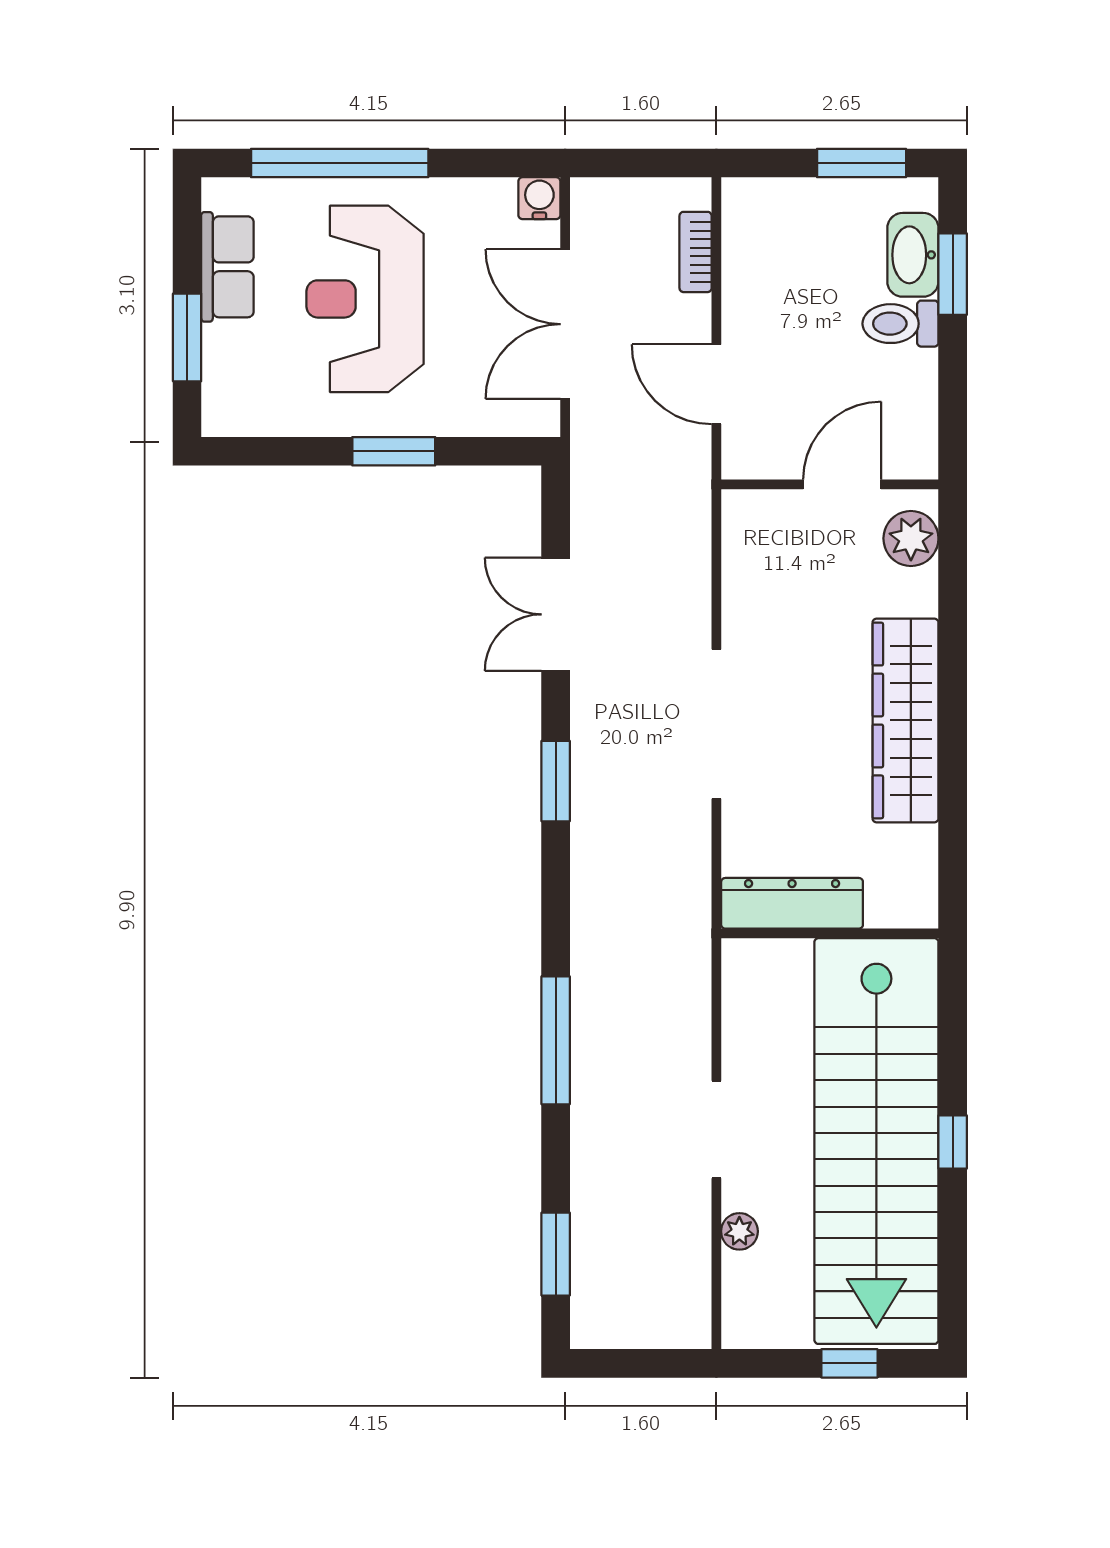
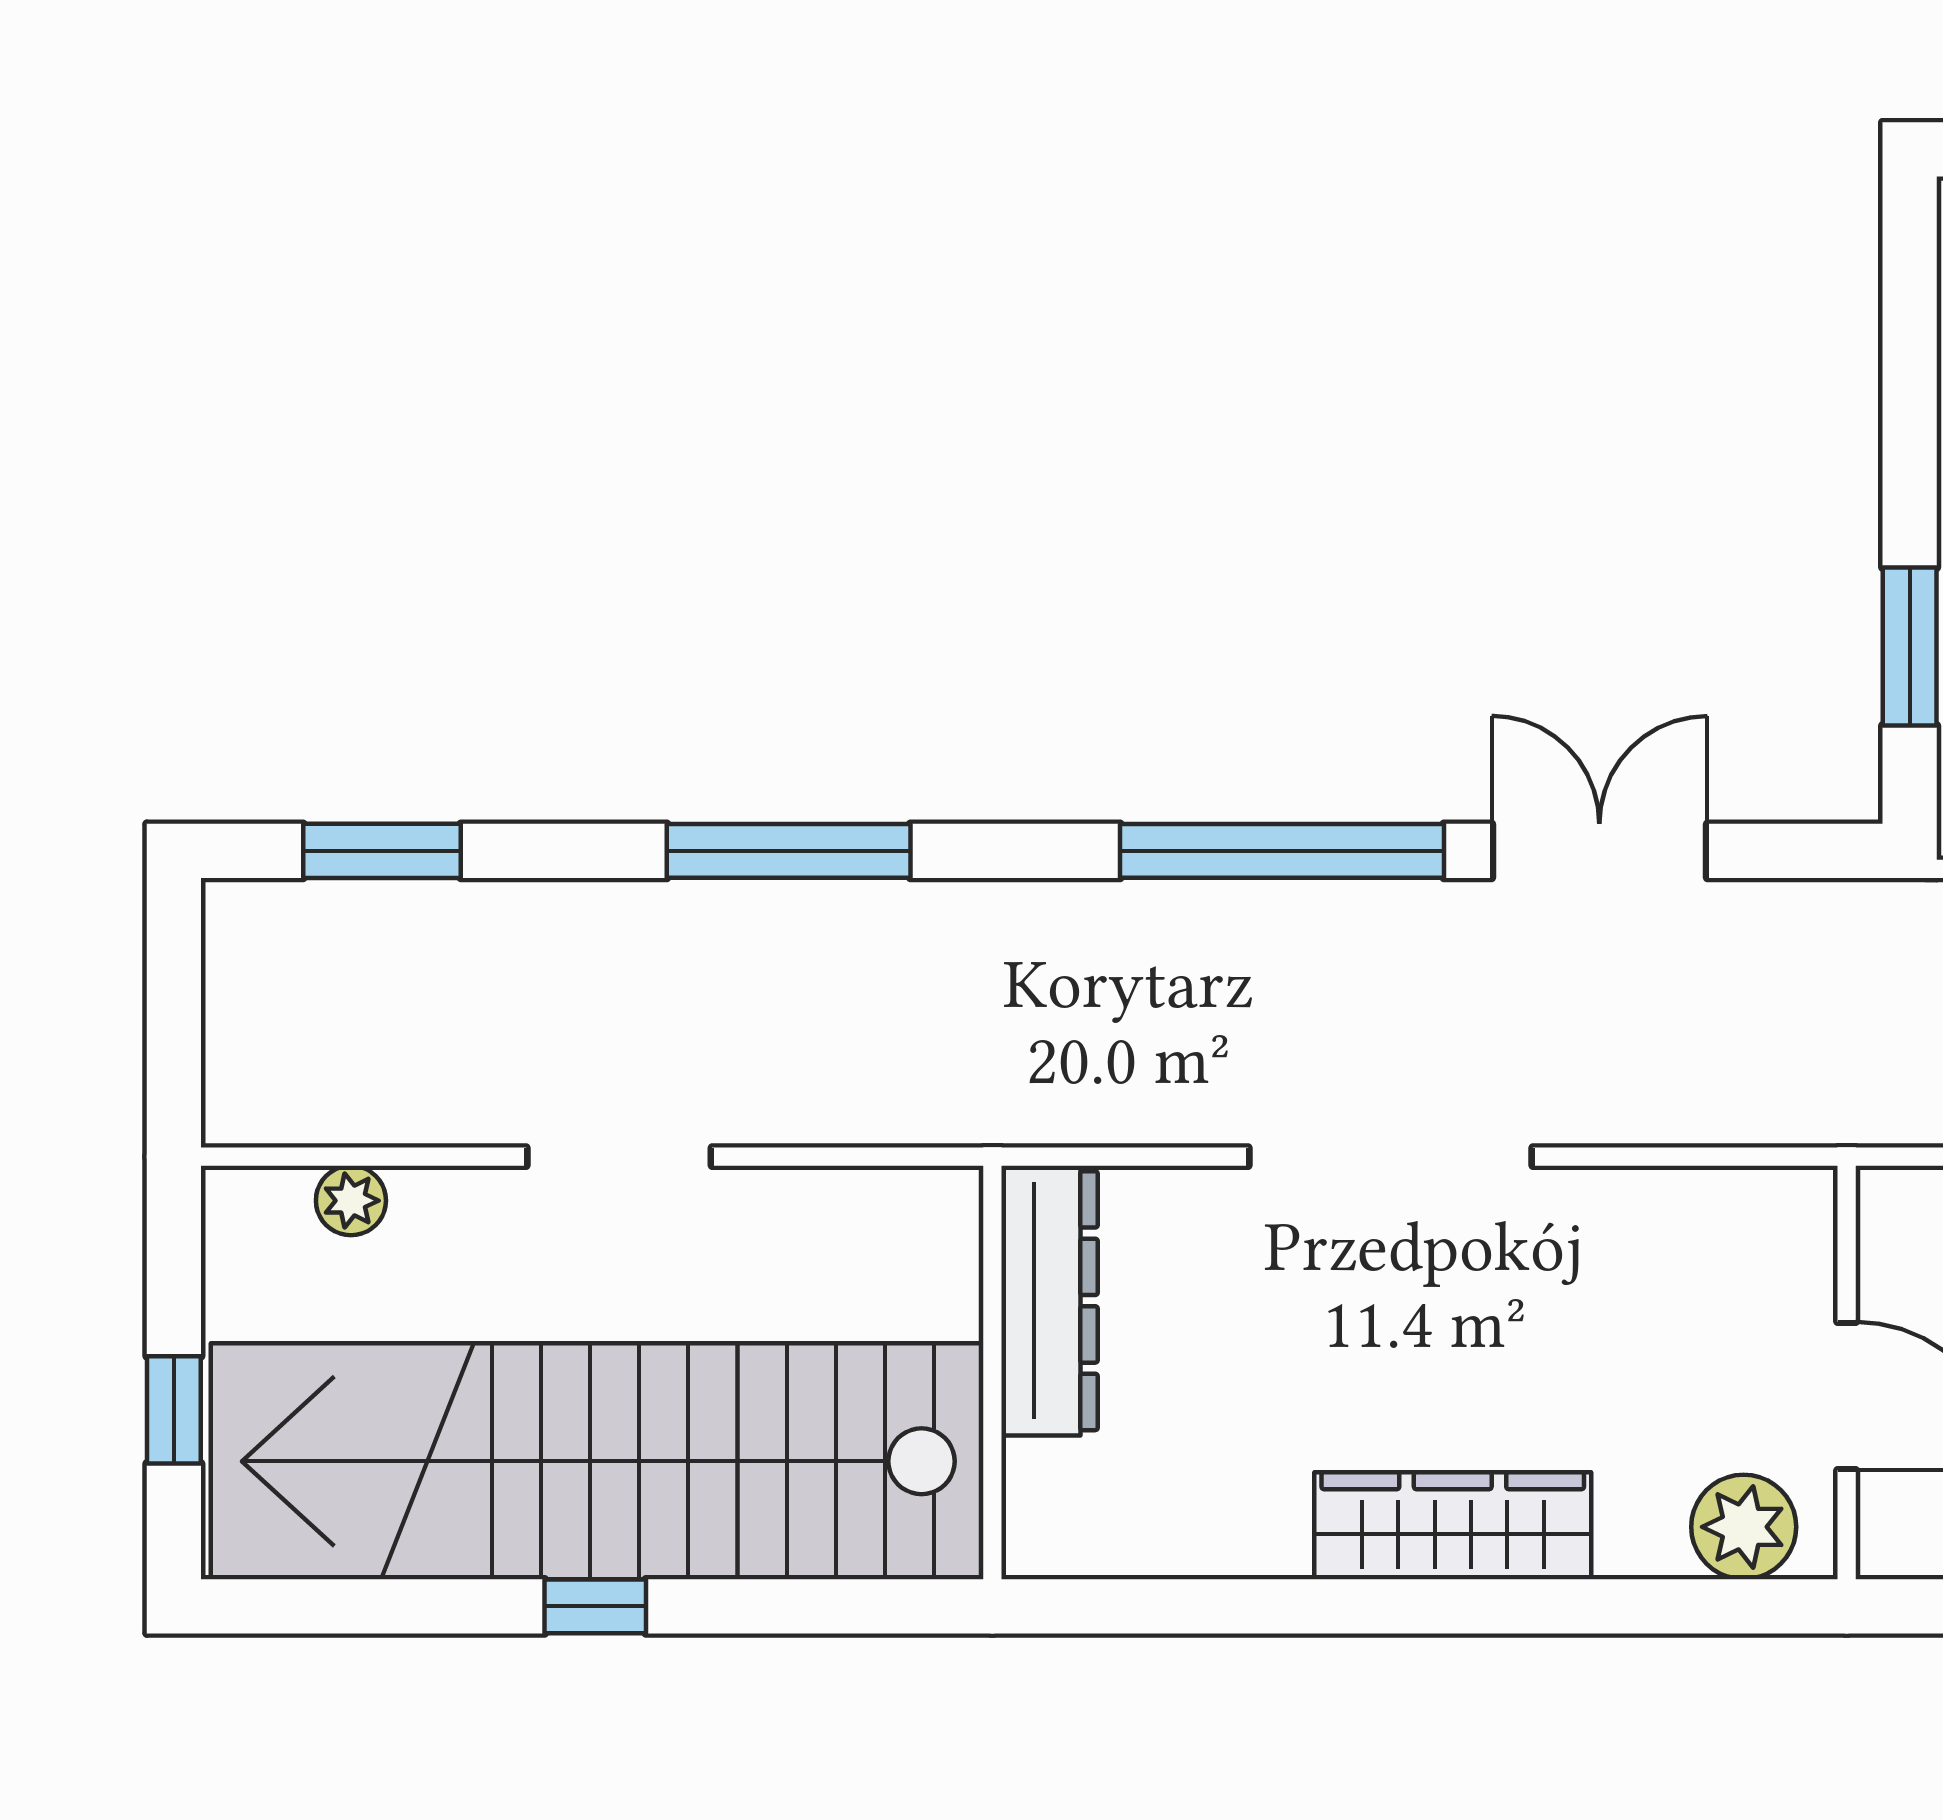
window: (394, 451) -> (1910, 646), moved
wardrobe: (905, 720) -> (1453, 1526), width x0.71, depth x0.85
window: (556, 781) -> (1282, 851), width x2.11
plant: (739, 1231) -> (351, 1201), moved

